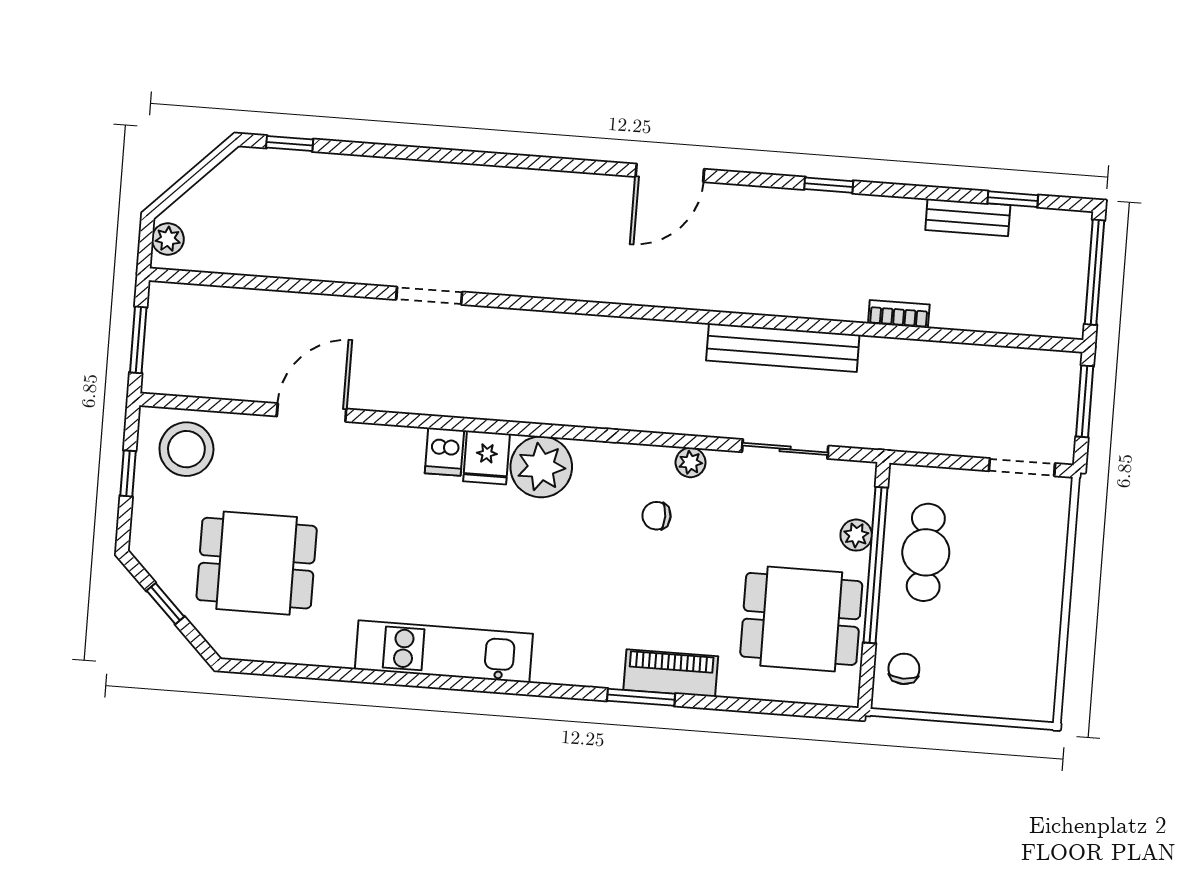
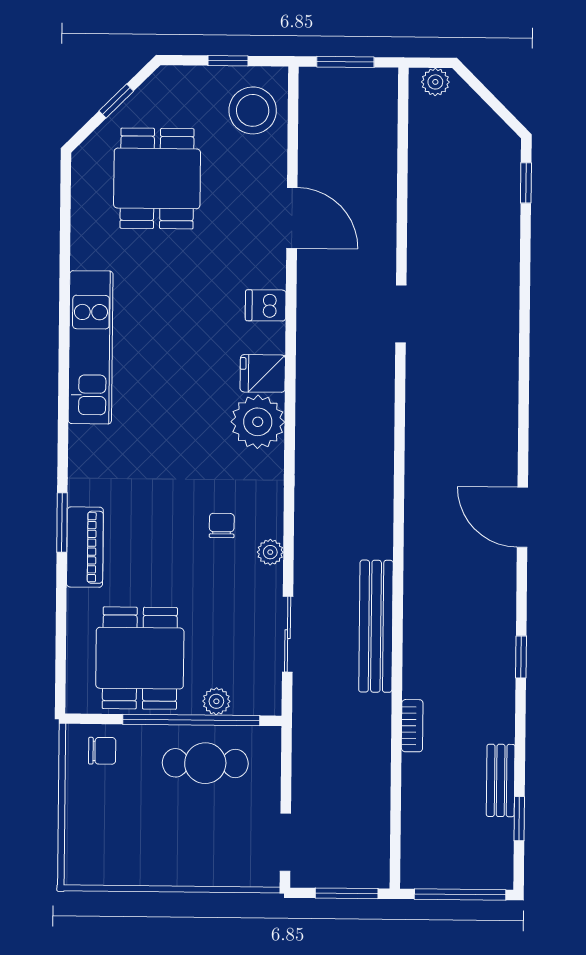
dishwasher: (444, 452) -> (266, 305), moved

